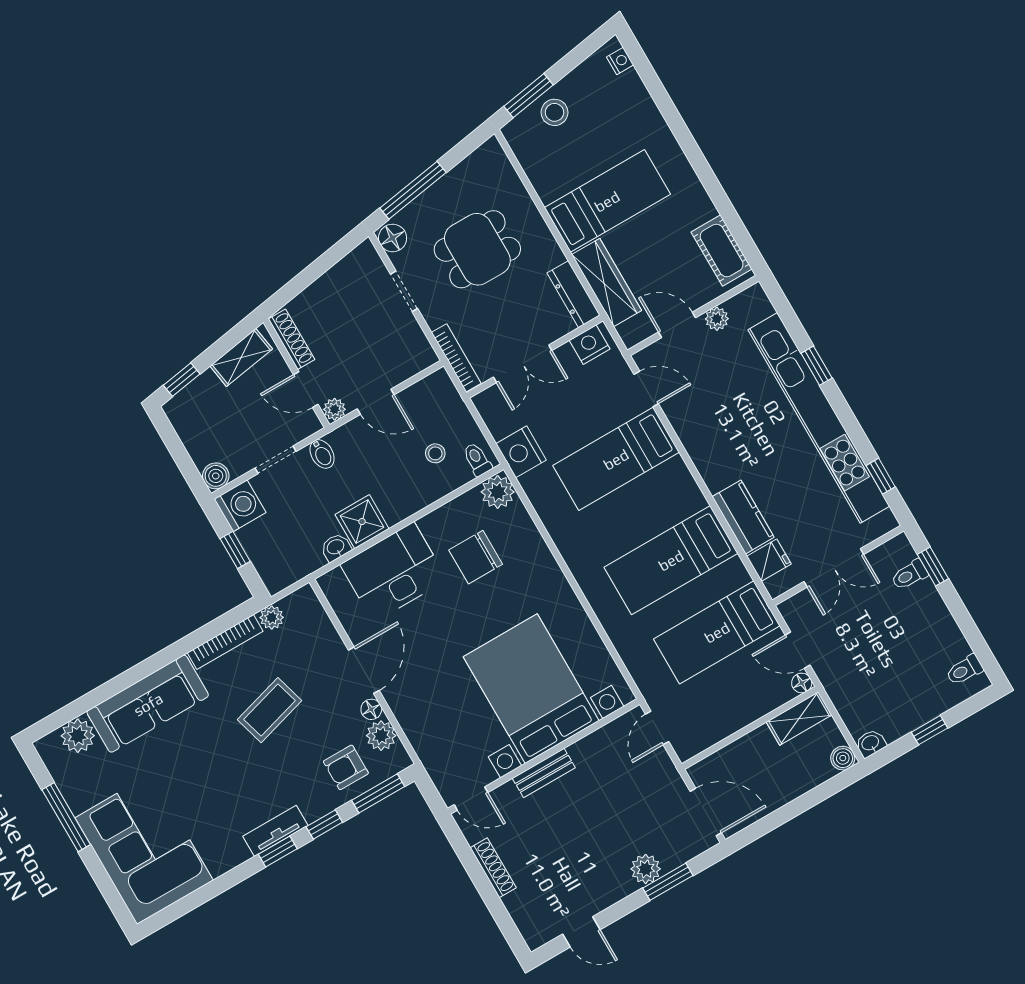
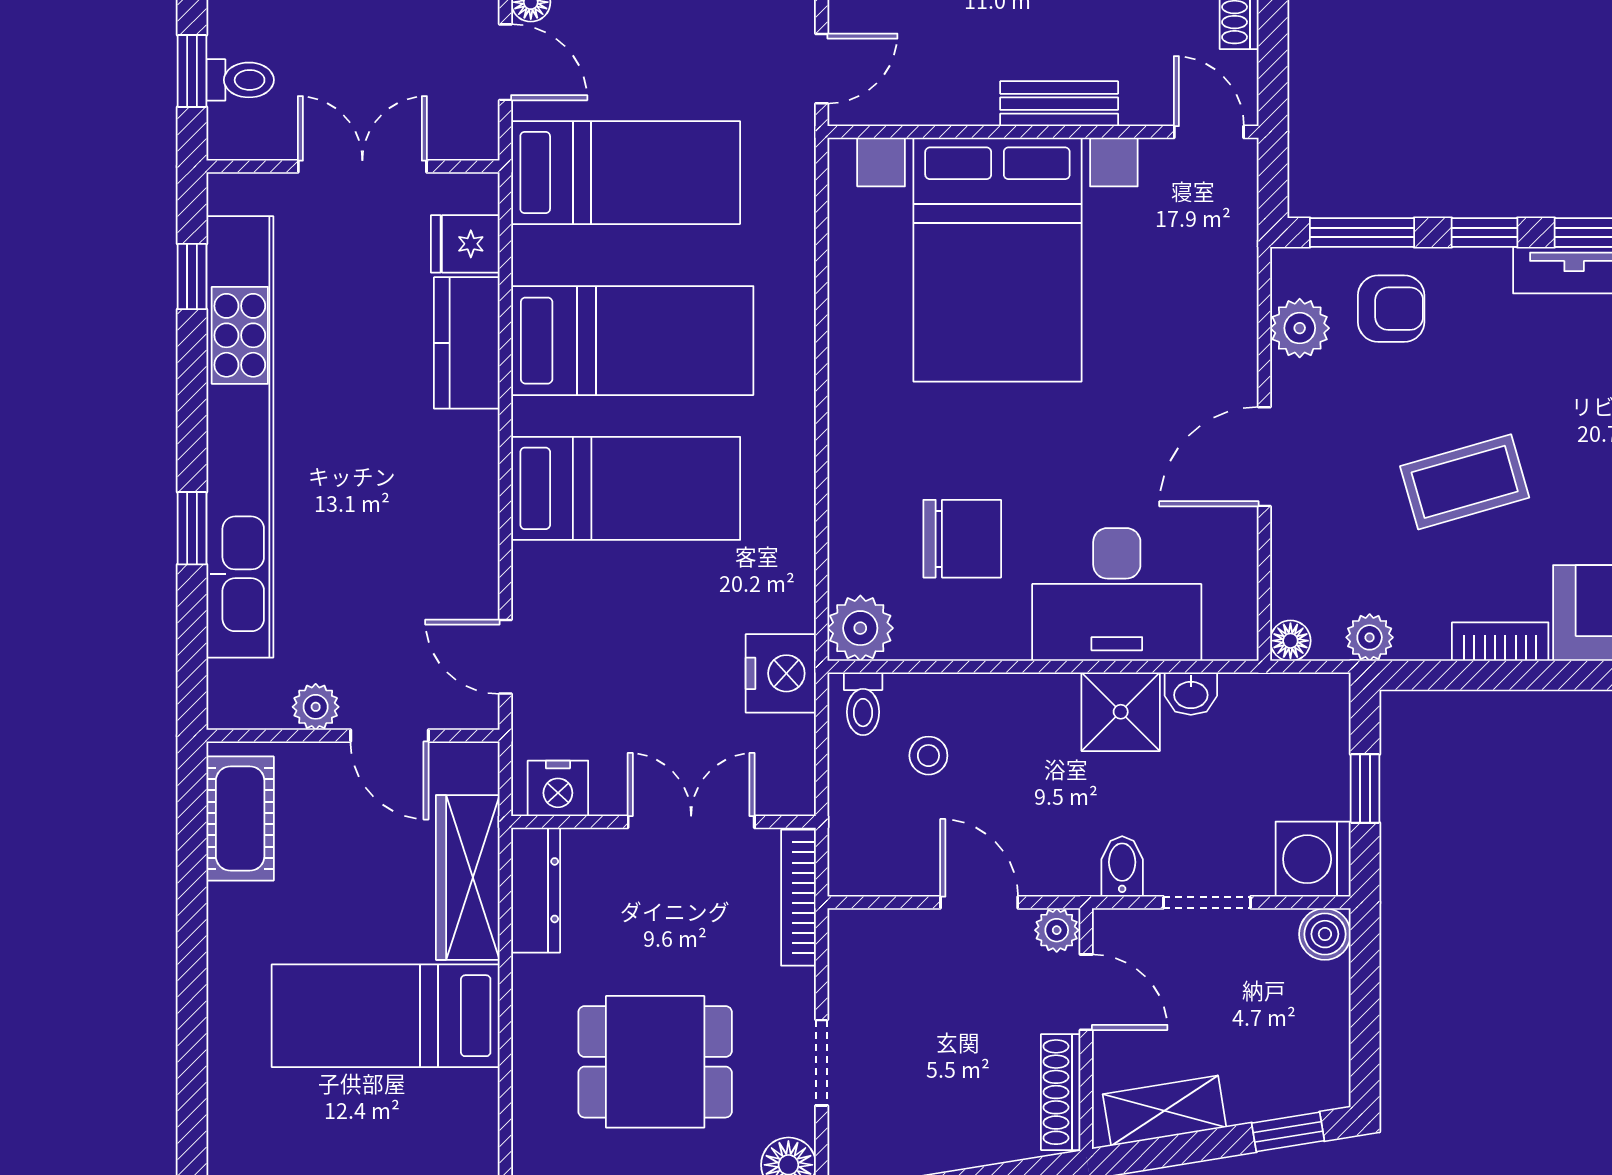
bed: (616, 459) -> (626, 488), moved
bookcase: (225, 642) -> (1500, 642), width x0.64
floor lamp: (371, 709) -> (1290, 641), moved

